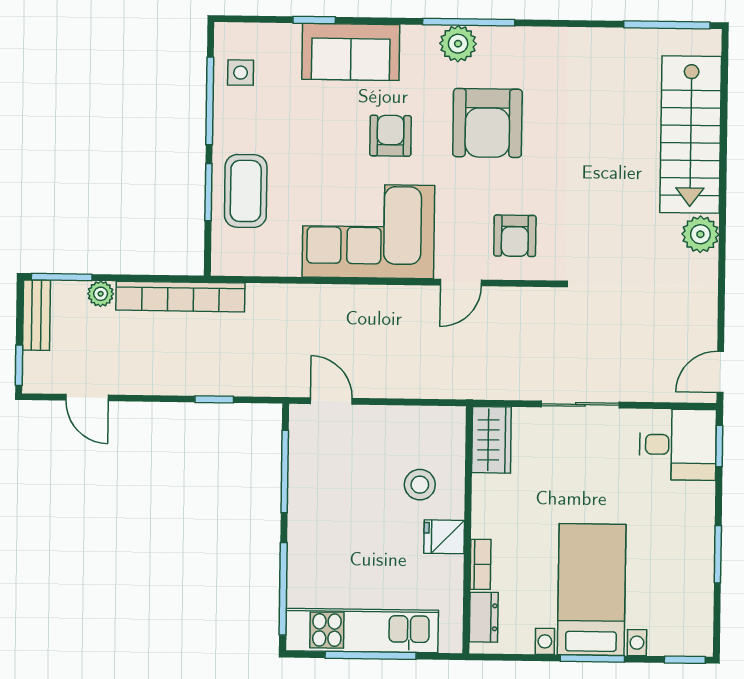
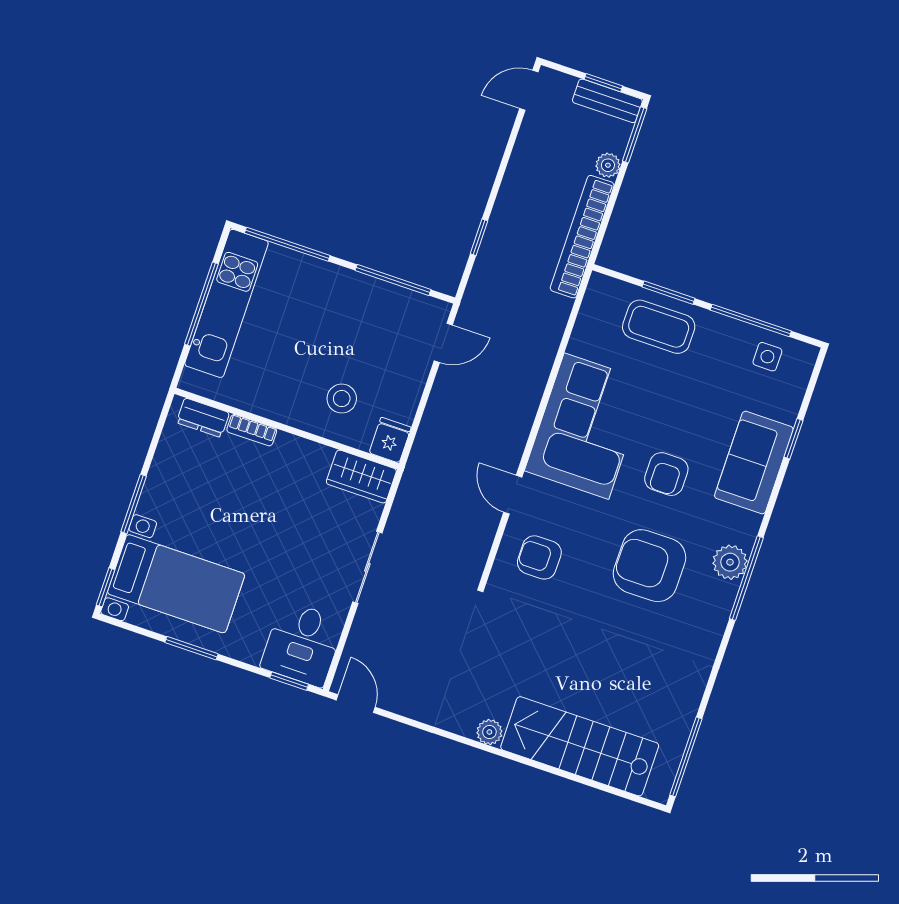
armchair: (390, 136) -> (666, 474), turned 90
plant: (700, 234) -> (489, 732), width x0.73, depth x0.73
window: (19, 365) -> (603, 83), moved
door: (87, 398) -> (529, 90), moved
fridge: (444, 537) -> (390, 440), moved
bed with nightstands: (592, 590) -> (176, 584), moved

